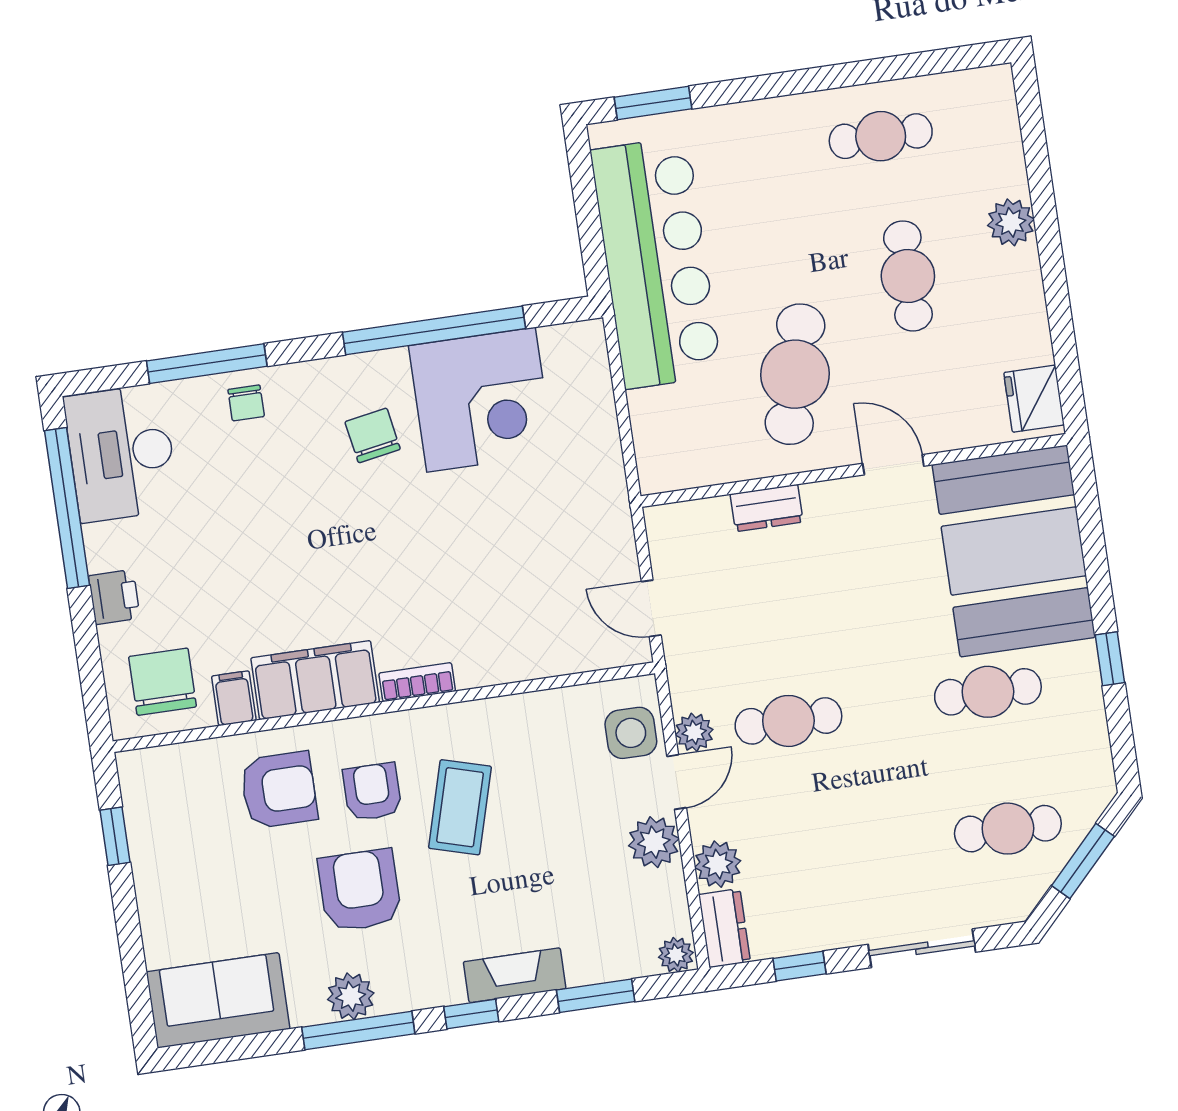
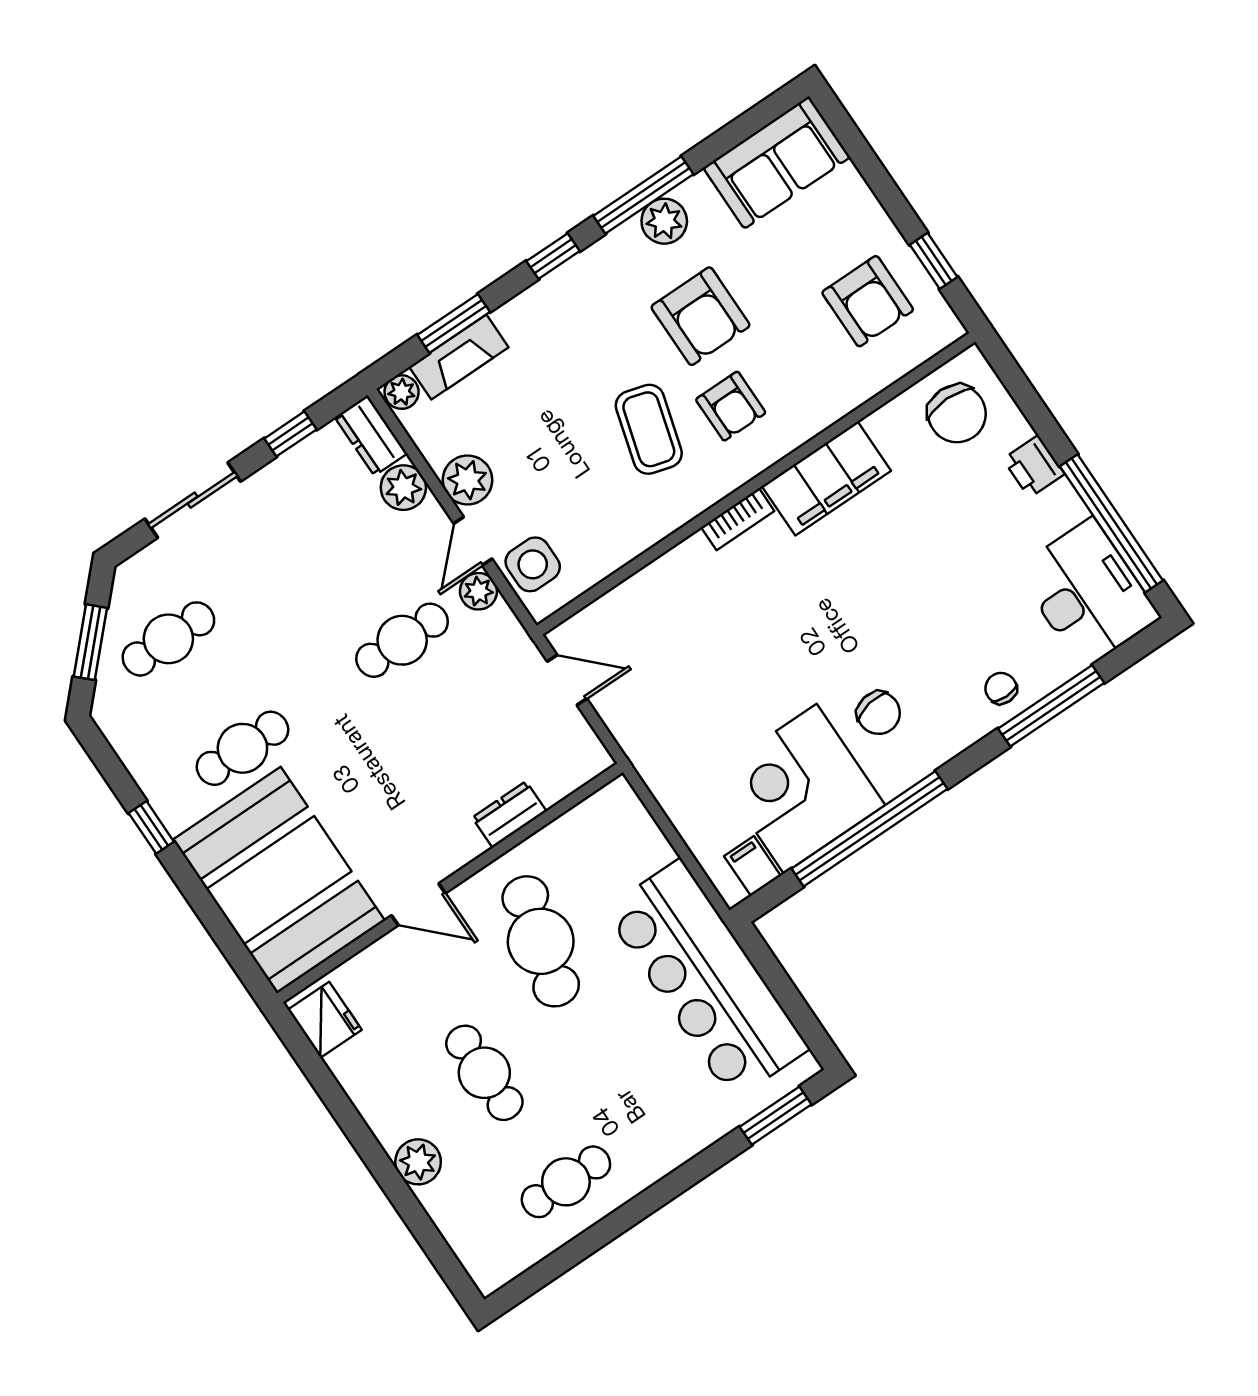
filing cabinet: (234, 698) -> (752, 866), moved, turned 180
armchair: (279, 790) -> (868, 301), moved, turned -90
fireplace: (515, 975) -> (459, 357), moved

